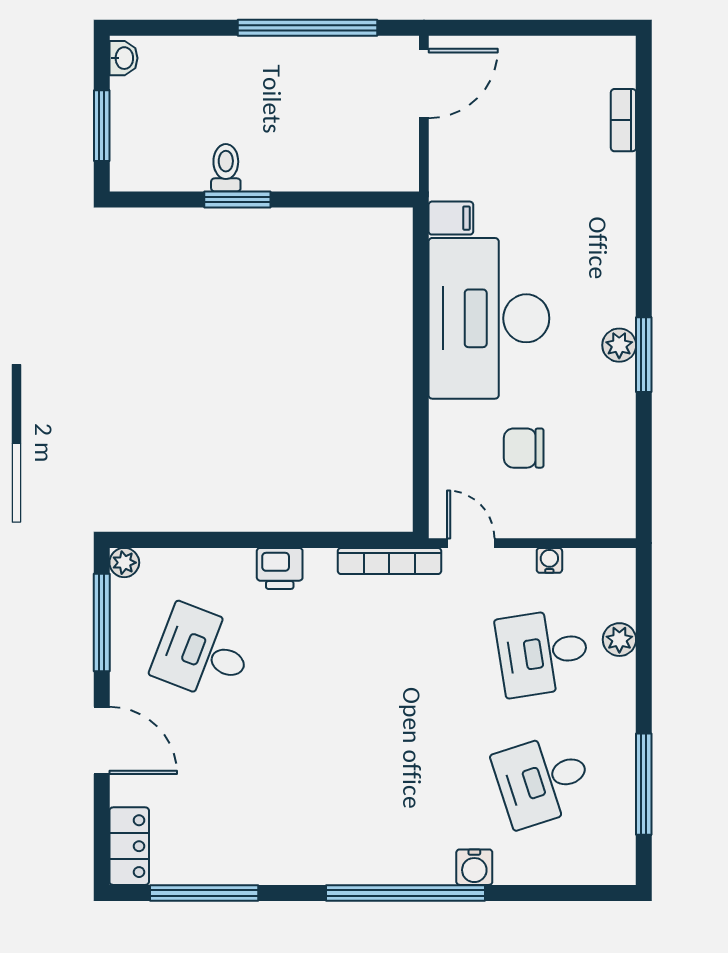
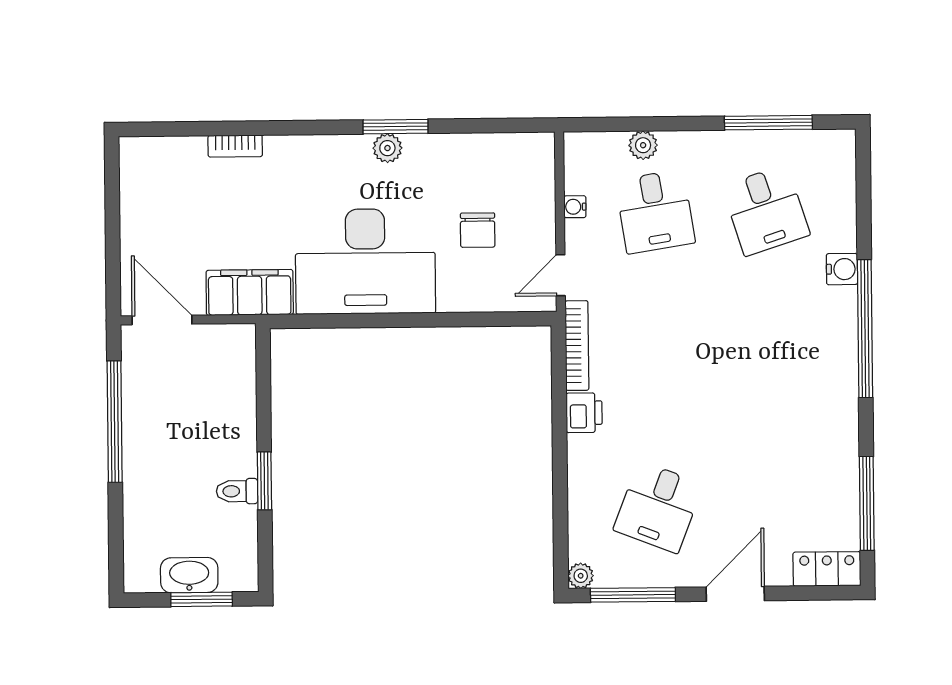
washbasin: (123, 58) -> (189, 575), moved, width x1.91, depth x1.45
bookcase: (623, 120) -> (235, 146), moved
filing cabinet: (451, 218) -> (250, 292), width x3.00, depth x1.17
printer: (280, 568) -> (584, 413), moved

